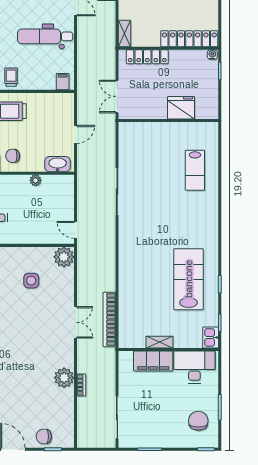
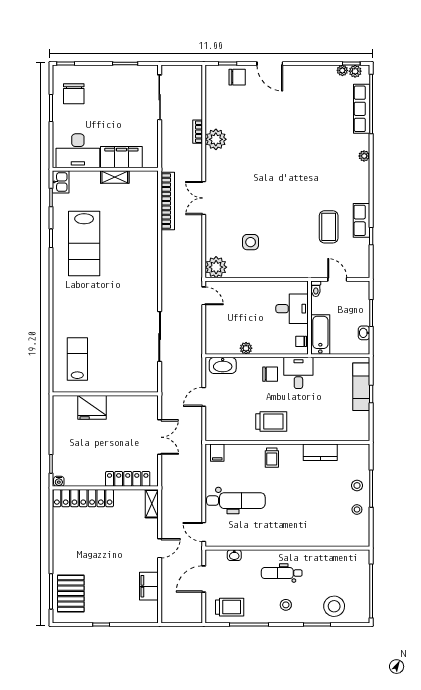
fridge: (181, 108) -> (92, 407), moved
wall: (168, 121) -> (105, 394), moved

